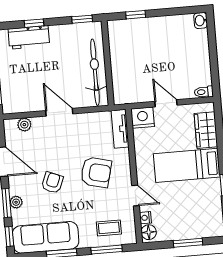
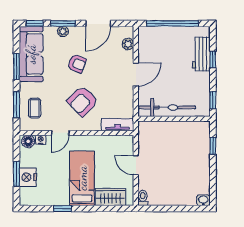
door: (166, 103) -> (136, 165), swing flipped
nightstand: (143, 118) -> (28, 177), moved, turned 180
armchair: (96, 172) -> (83, 101), turned 31

